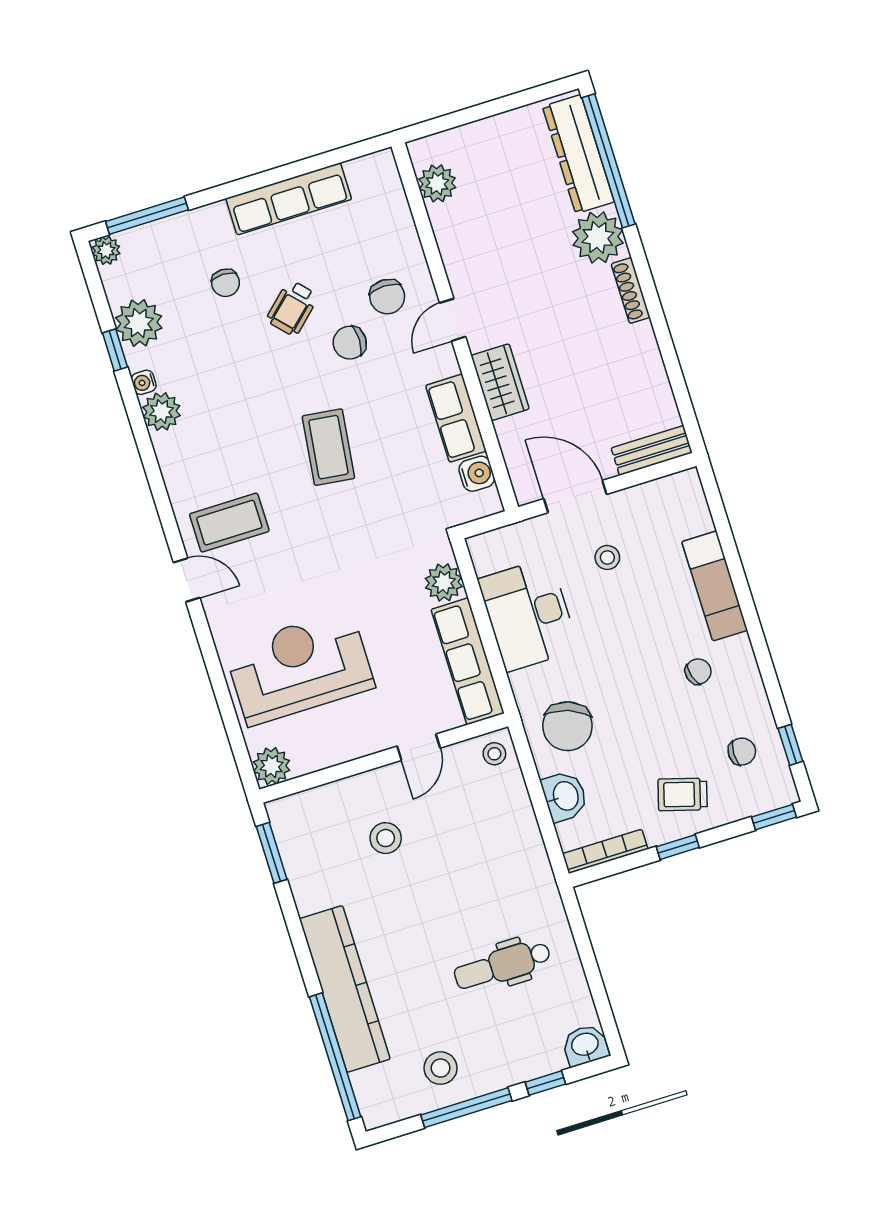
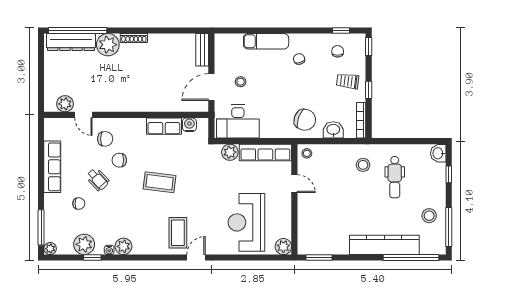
door: (453, 320) -> (83, 115), moved
chair: (350, 343) -> (119, 160), turned 90
wardrobe: (500, 382) -> (155, 103), removed
desk: (528, 615) -> (238, 122), moved
trolley: (683, 794) -> (348, 81), turned 81
stool: (386, 838) -> (363, 165), moved
window: (466, 1108) -> (449, 227), moved

